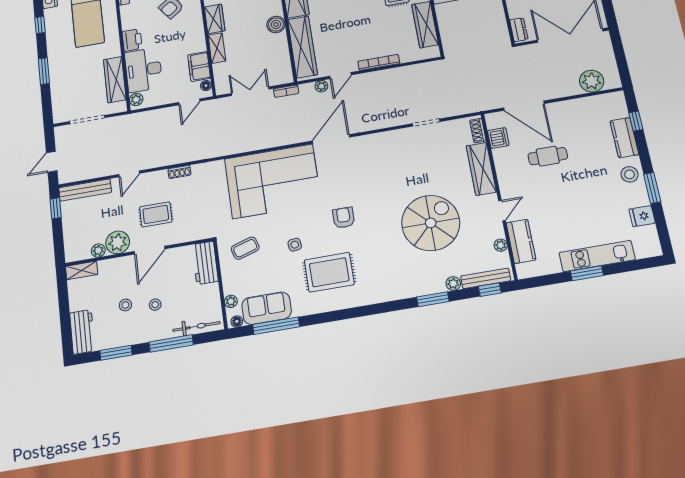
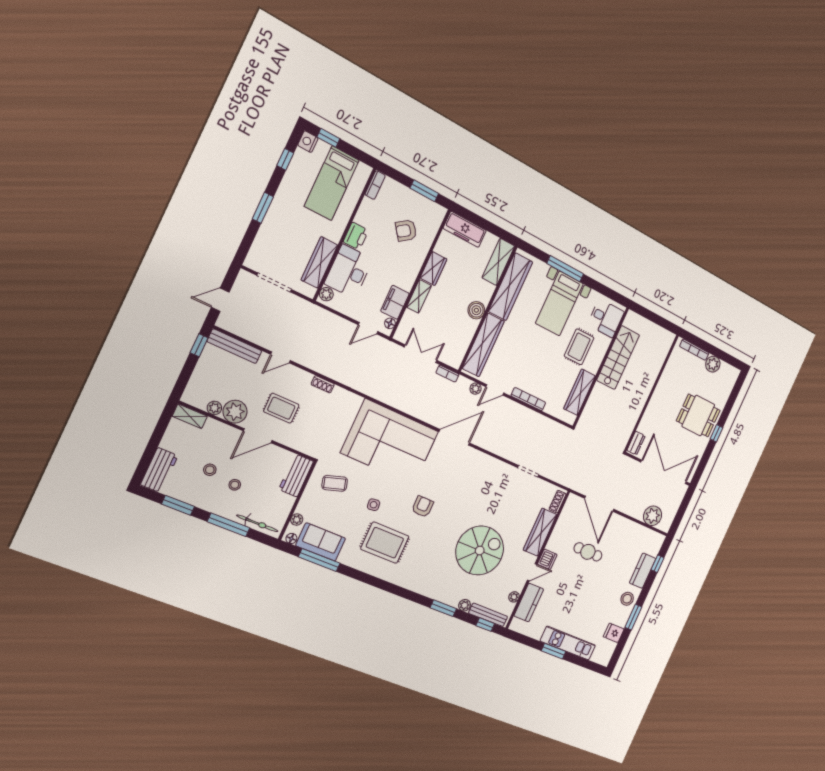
dishwasher: (498, 138) -> (547, 559), moved

